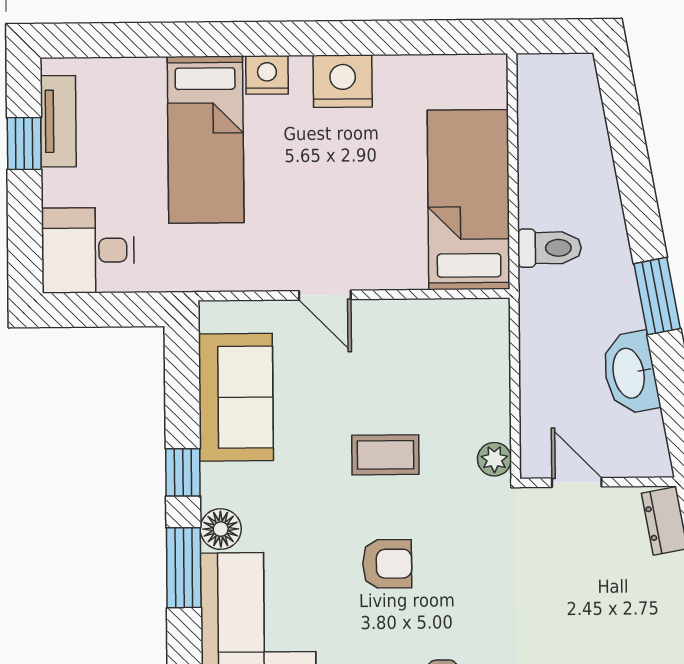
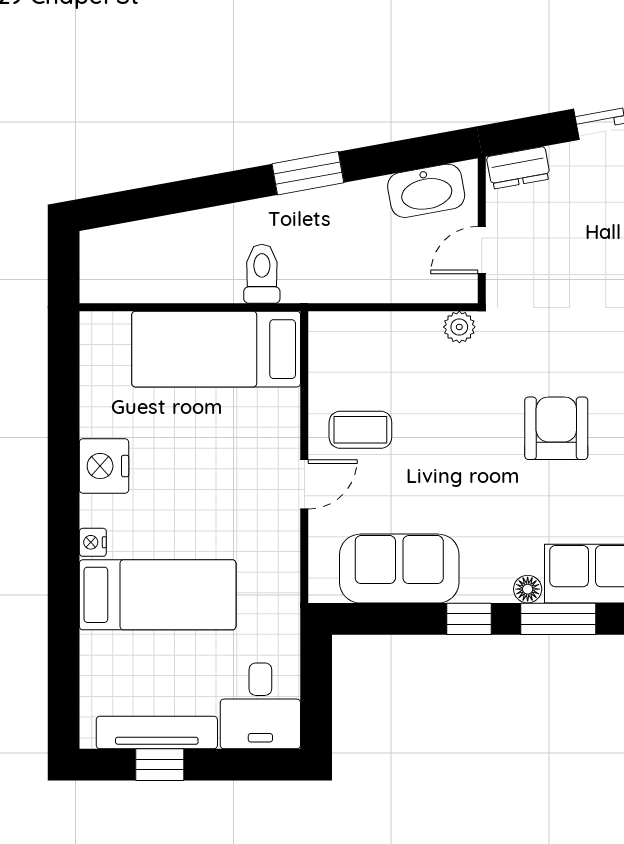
nightstand: (267, 75) -> (93, 542), width x0.72, depth x0.74
tv unit: (58, 121) -> (157, 733), width x1.41
washbasin: (630, 373) -> (426, 191), moved
coffee table: (385, 455) -> (360, 430), moved, turned 90
floor lamp: (221, 529) -> (528, 589), width x0.73, depth x0.73
armchair: (387, 564) -> (556, 428), width x1.38, depth x1.38

